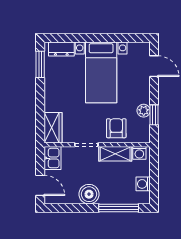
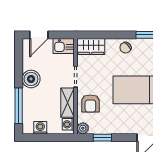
chair: (54, 89) -> (125, 48), added
plant: (144, 111) -> (83, 128), moved
armchair: (116, 128) -> (90, 104), turned 90

